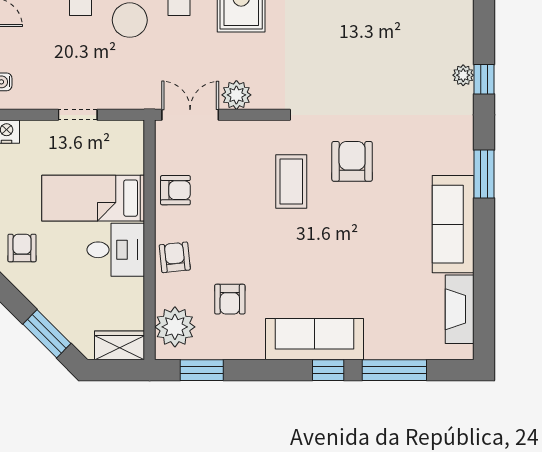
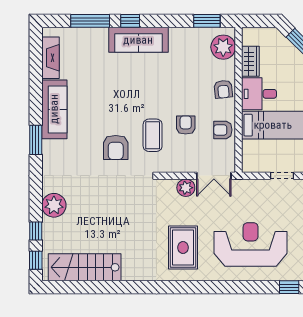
plant: (463, 75) -> (54, 205), width x1.87, depth x1.87
window: (484, 79) -> (36, 231), moved
armchair: (230, 299) -> (186, 125), moved
wardrobe: (119, 345) -> (250, 61), moved, turned -90

